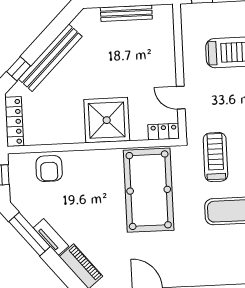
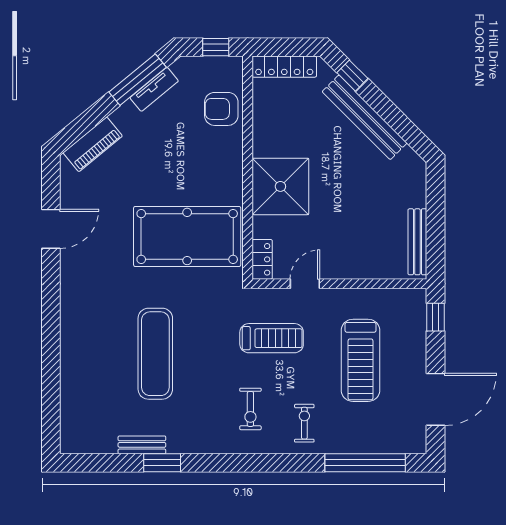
bench: (126, 13) -> (417, 242), moved
treadmill: (215, 157) -> (272, 338), moved
tv unit: (51, 237) -> (154, 89), moved

